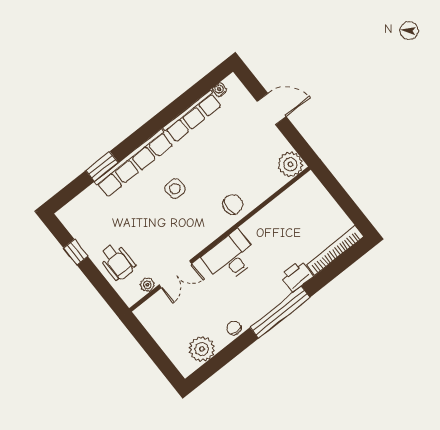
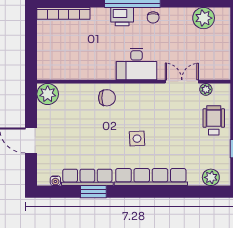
window: (102, 166) -> (93, 192), moved
chair: (233, 204) -> (107, 98), turned 180
plant: (78, 207) -> (211, 177), added
printer: (297, 276) -> (122, 17), moved
chair: (234, 328) -> (153, 17), moved

